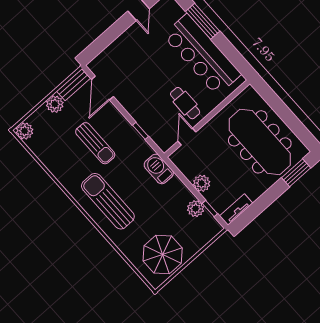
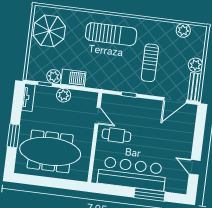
door: (102, 88) -> (175, 100), swing flipped
plant: (25, 131) -> (183, 30), moved
sun lounger: (95, 143) -> (150, 63), turned -90
barbecue: (159, 169) -> (73, 78), moved
window: (296, 173) -> (13, 136), moved

